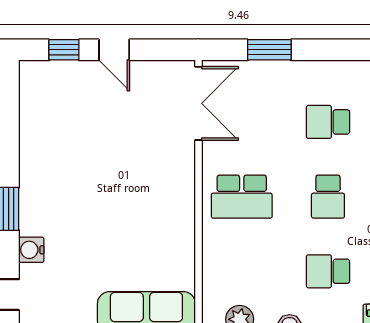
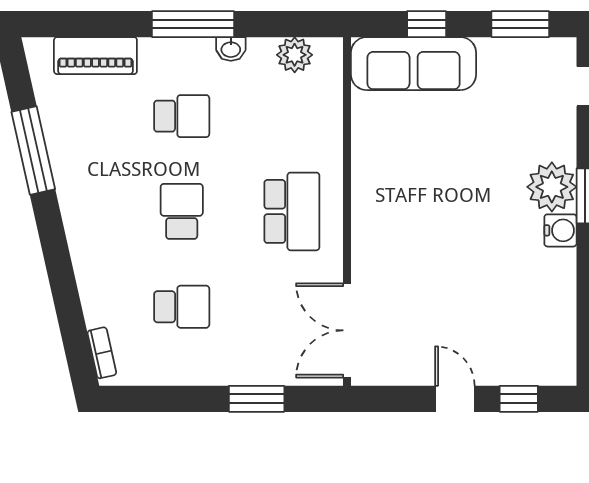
school desk: (242, 197) -> (292, 211), turned 90
plant: (38, 216) -> (552, 187), added
water cooler: (31, 250) -> (560, 230), moved

